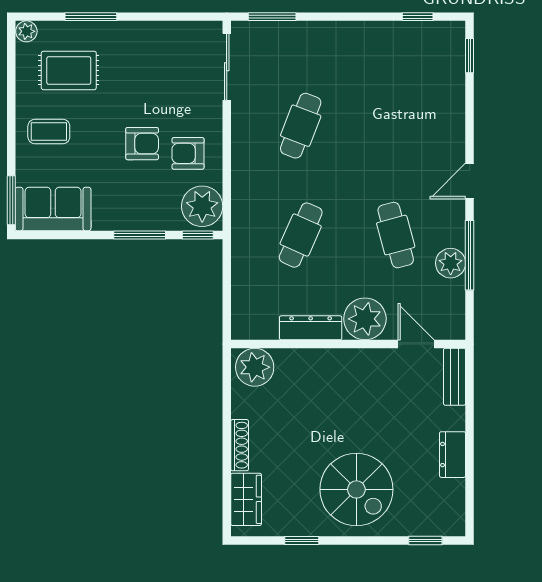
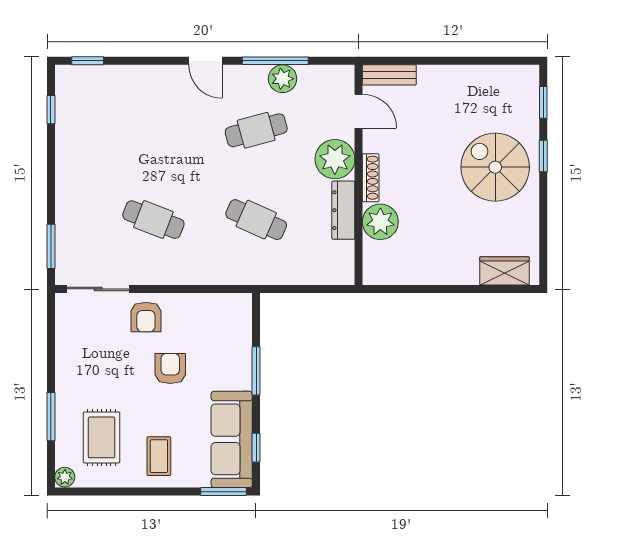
armchair: (188, 153) -> (146, 317), moved
plant: (202, 206) -> (229, 312), removed
sofa: (53, 209) -> (232, 439), width x1.36
window: (198, 235) -> (256, 448), moved
door: (416, 344) -> (359, 111), swing flipped
plant: (255, 367) -> (380, 222), moved
shoe rack: (240, 445) -> (371, 178), moved, turned 90
dresser: (453, 455) -> (462, 77), removed
spiral stairs: (356, 489) -> (495, 167), turned -90
window: (302, 541) -> (543, 156), moved

